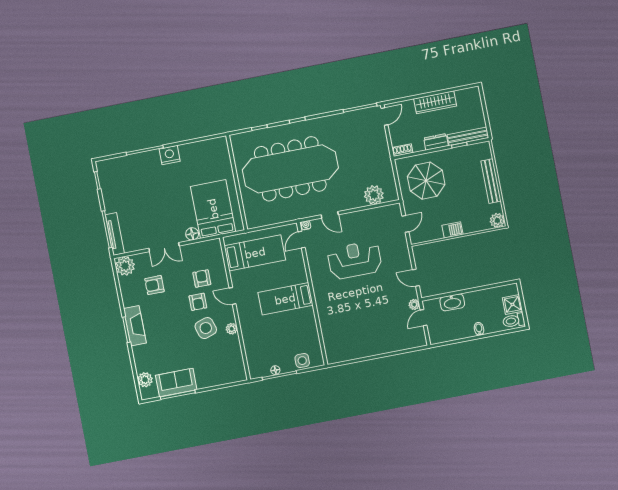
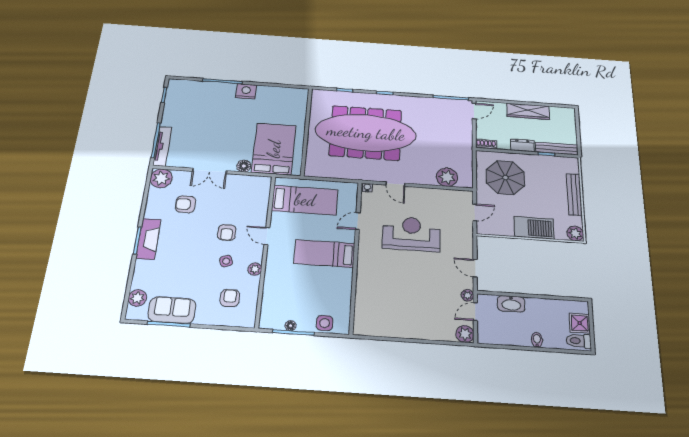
barbecue: (452, 230) -> (534, 228), width x1.88, depth x1.53
door: (302, 240) -> (358, 221), moved
armchair: (202, 278) -> (230, 298), moved
side table: (206, 328) -> (226, 261), width x0.54, depth x0.54
plant: (419, 340) -> (465, 334), added

